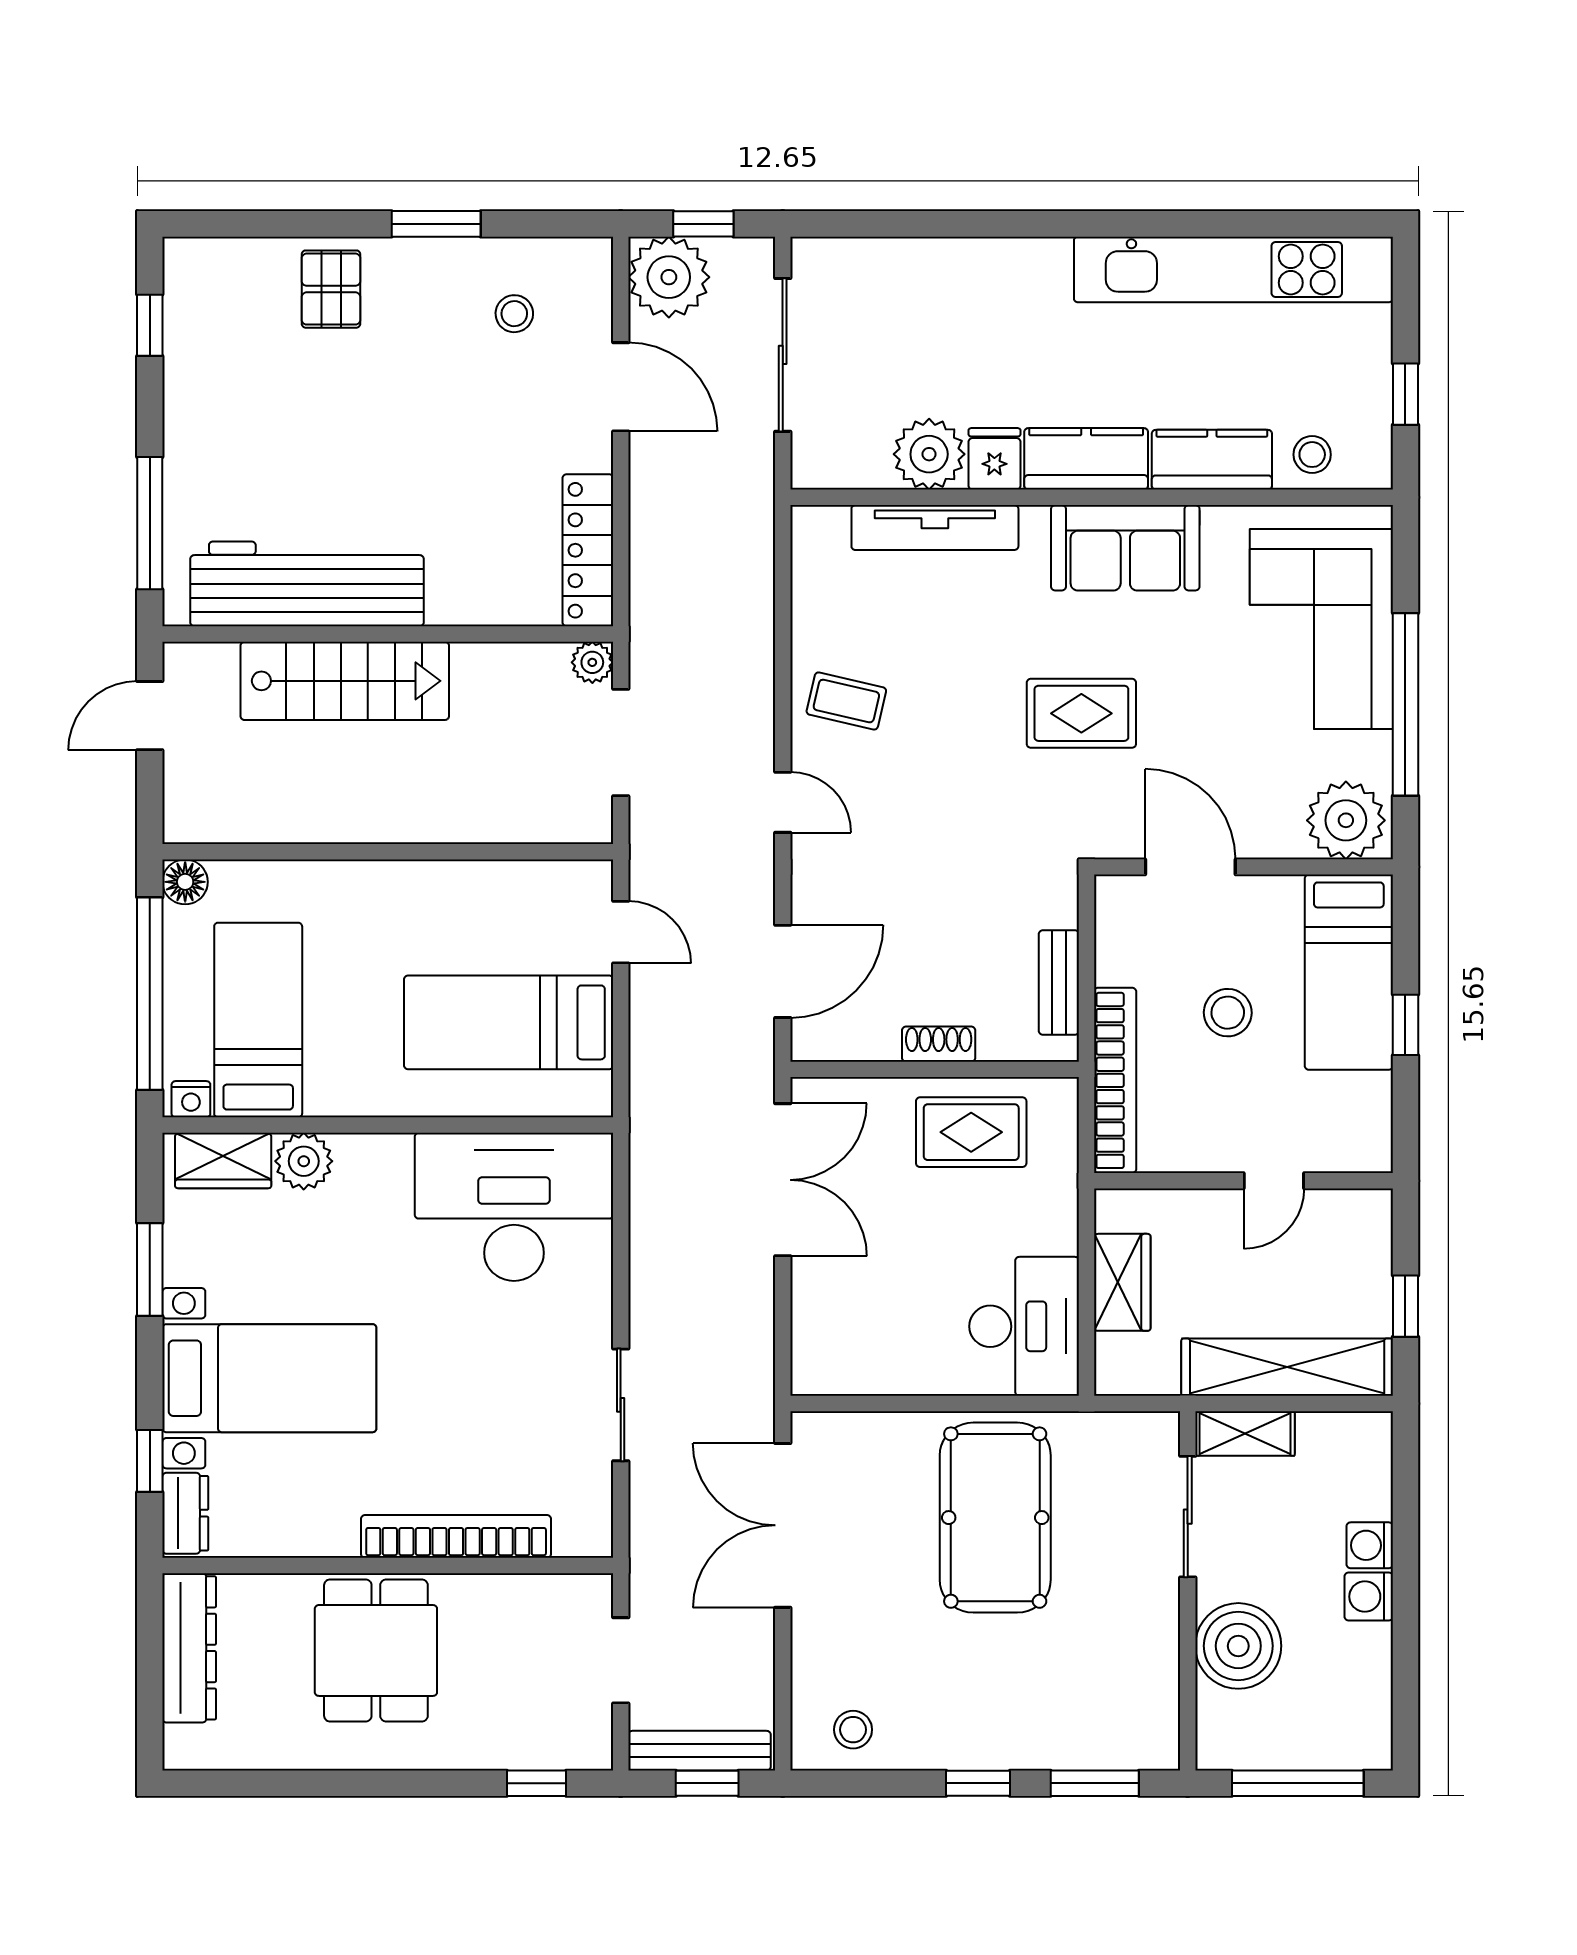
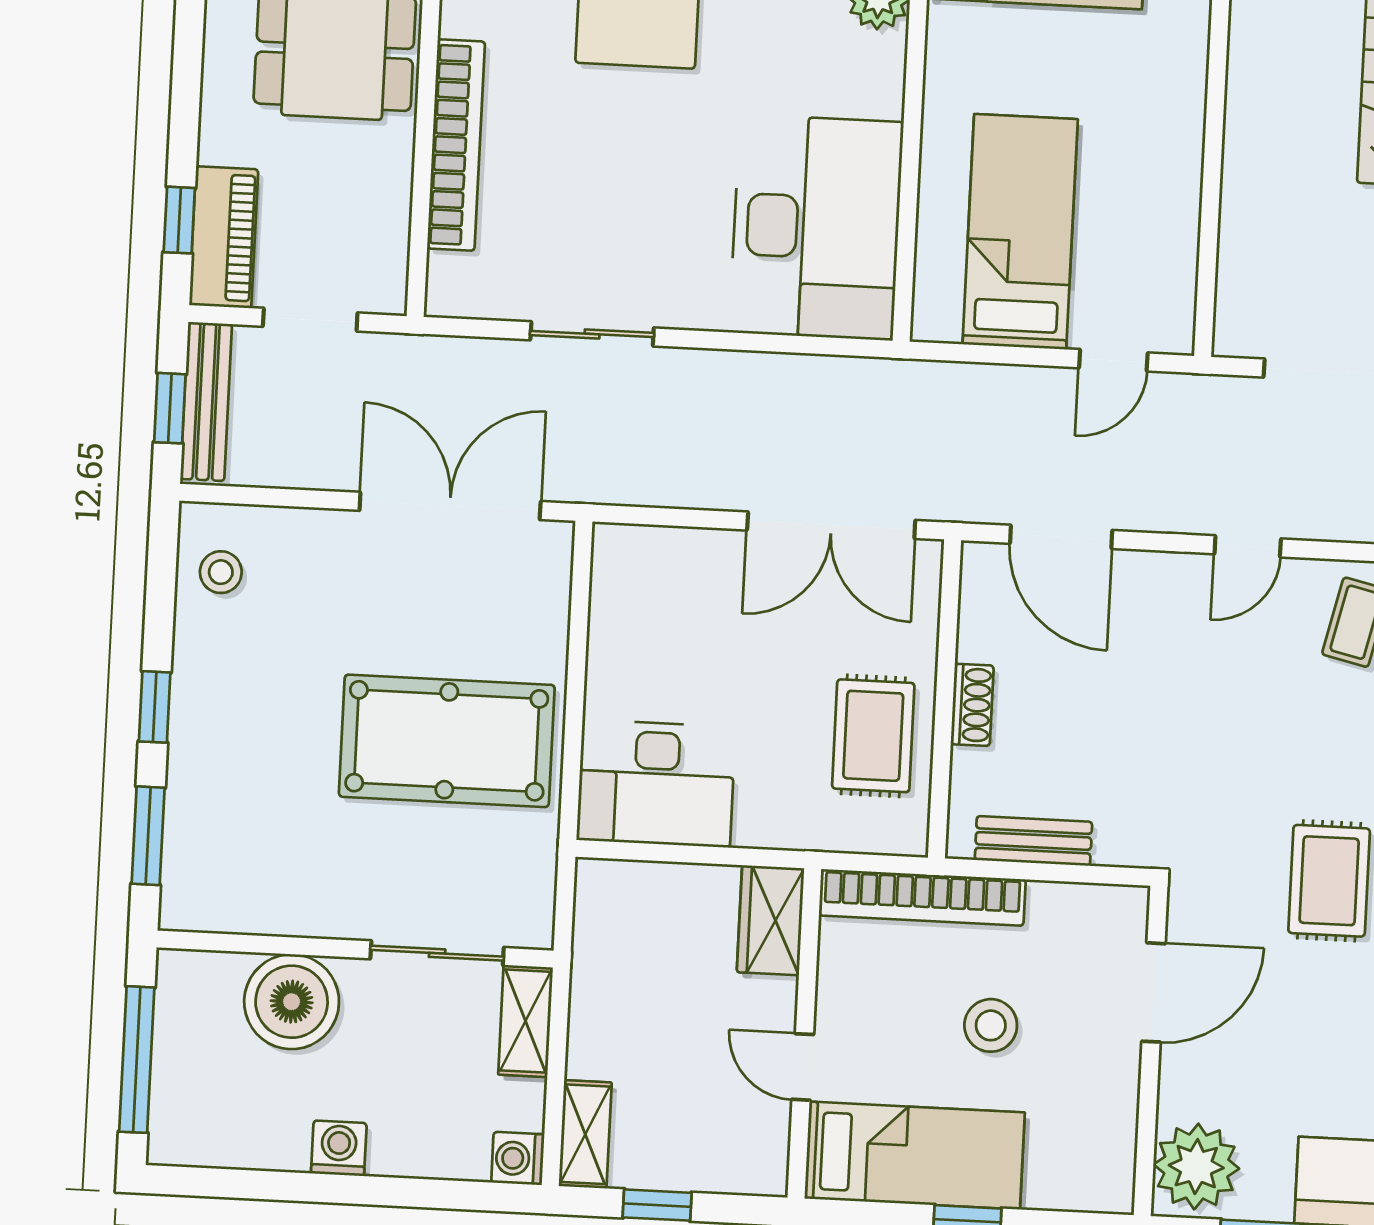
bed: (1349, 972) -> (915, 1155), moved, turned 180
wardrobe: (1122, 1282) -> (771, 920), moved, turned 90
shelving: (1287, 1367) -> (585, 1134), width x0.45, depth x0.75
washing machine: (1370, 1545) -> (518, 1158), moved, turned -90
piano: (550, 1742) -> (224, 237), added

